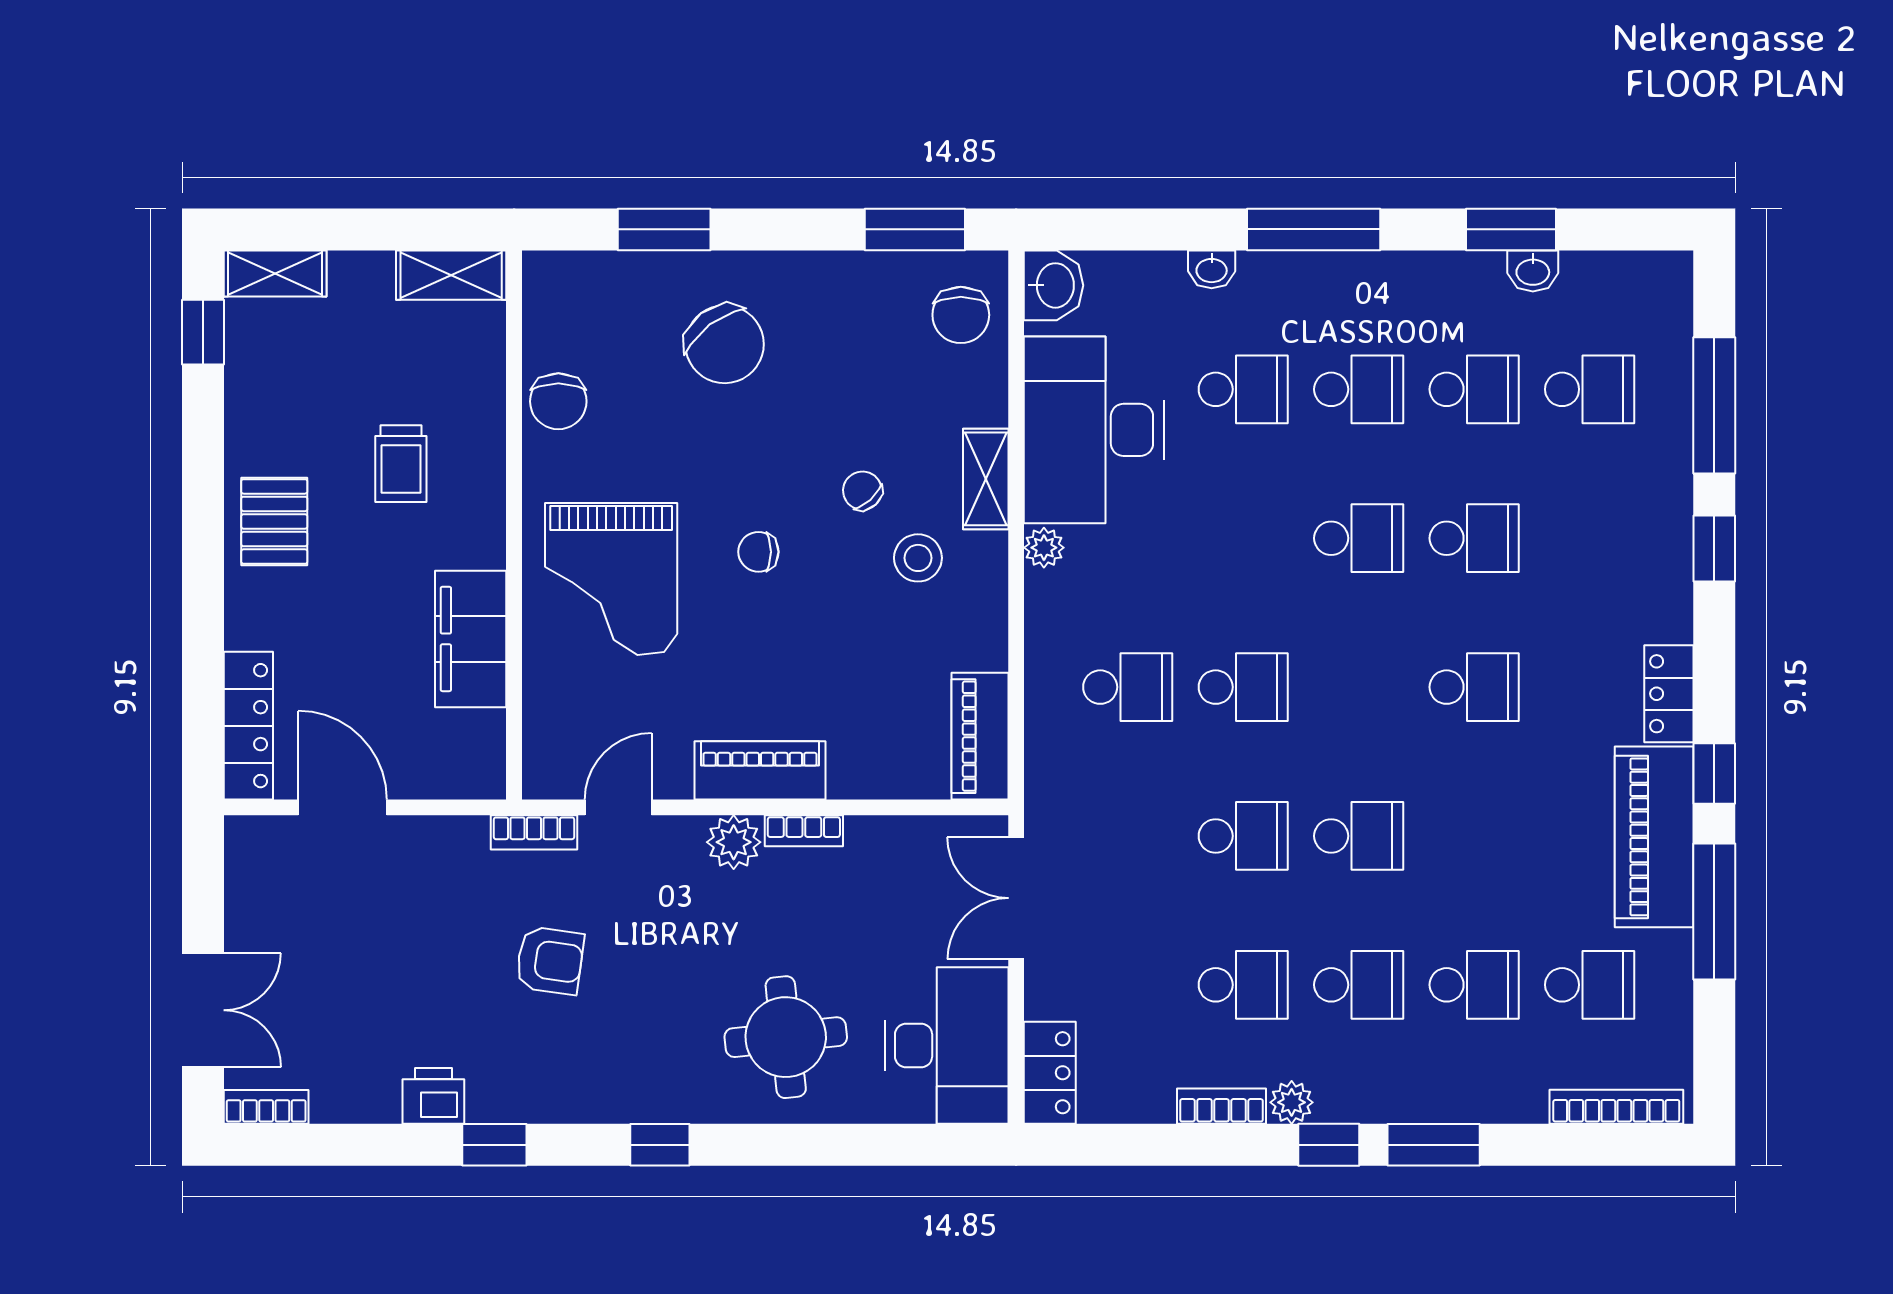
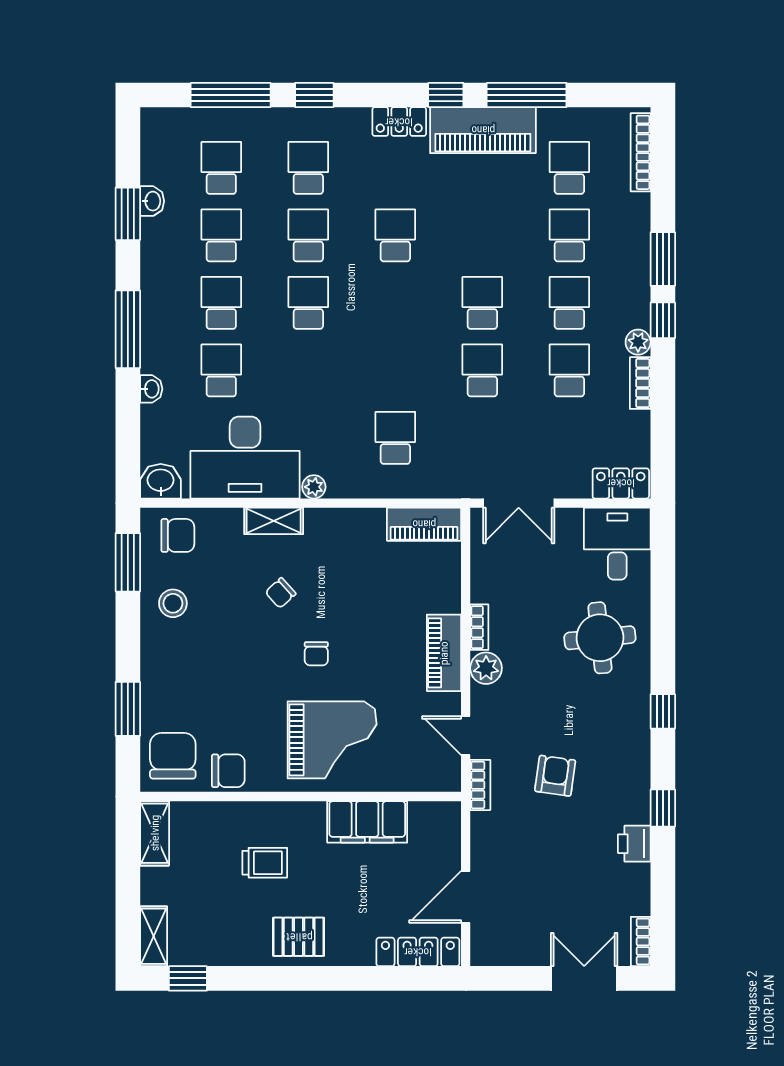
chair: (725, 344) -> (173, 756), moved, turned -53
stool: (918, 558) -> (173, 603), moved
school desk: (1243, 687) -> (308, 168), moved
desk: (947, 1045) -> (617, 544), width x0.73

